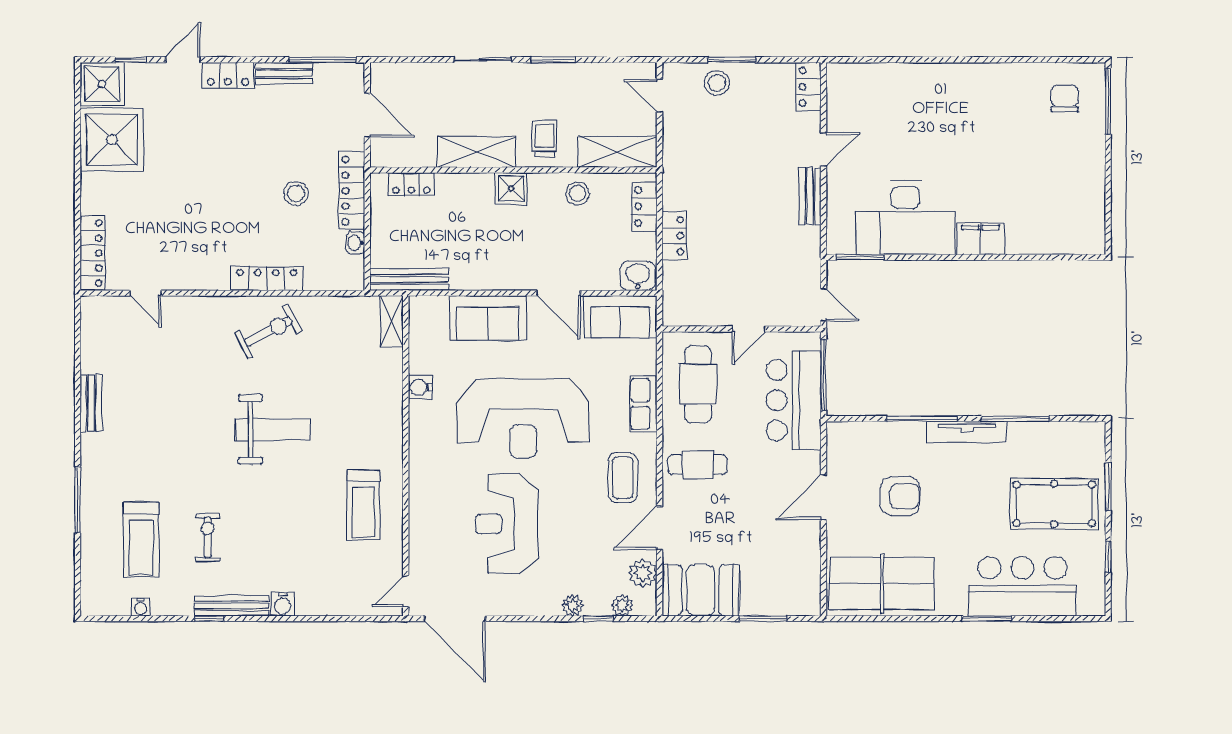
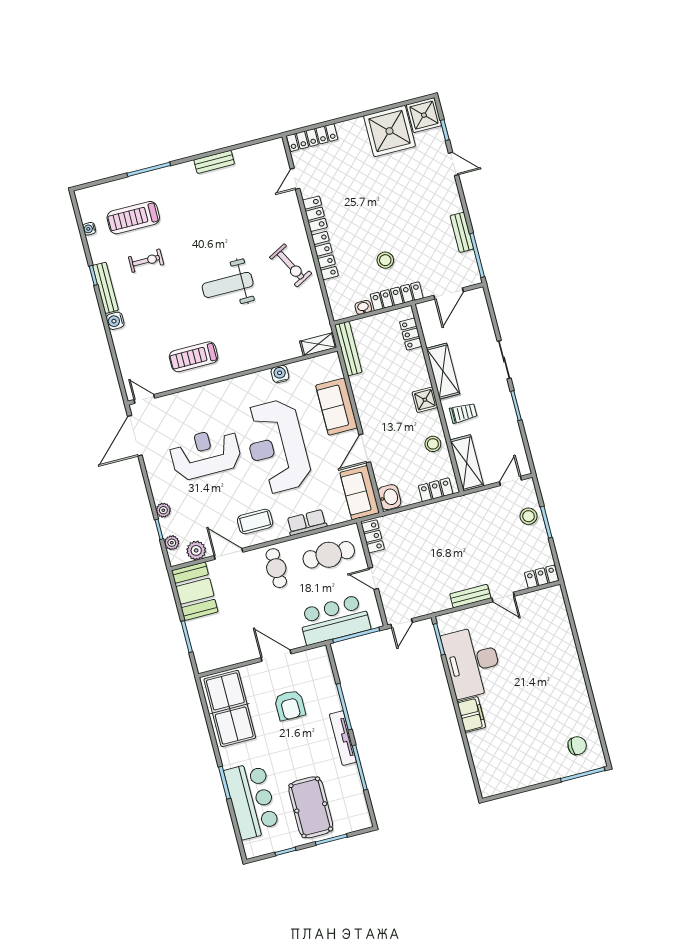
locker: (228, 75) -> (315, 214), moved, turned 180
locker: (674, 236) -> (373, 536), moved, turned -90
weight bench: (273, 429) -> (228, 285), turned 90

